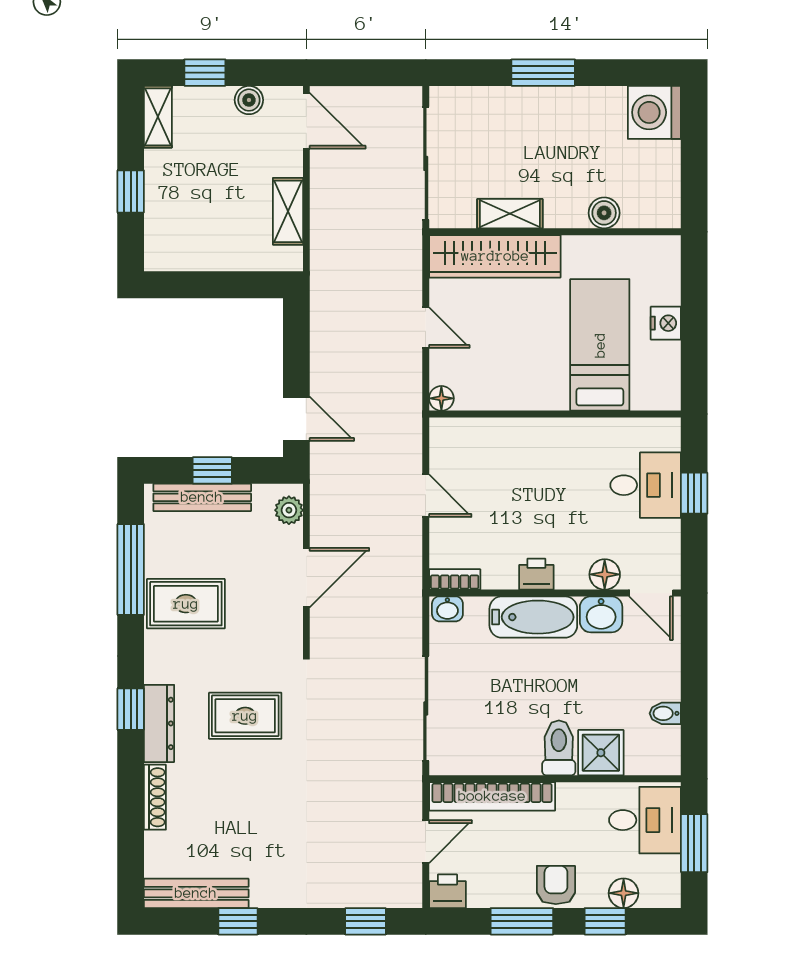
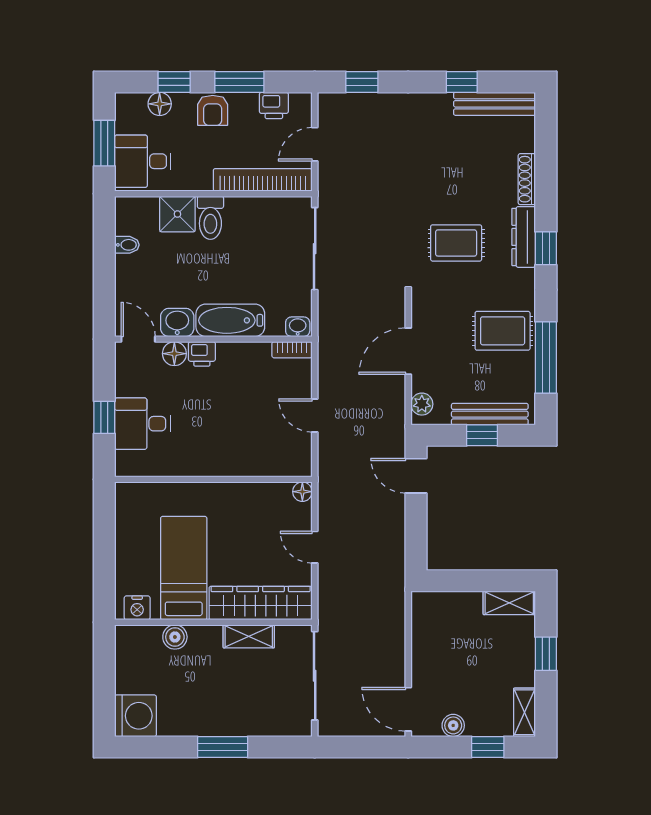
shelving: (288, 211) -> (509, 603), moved, turned 90
nightstand: (666, 323) -> (137, 608), moved, turned -90
bed: (600, 345) -> (184, 568), moved, turned 180
printer: (536, 574) -> (202, 354), moved
printer: (447, 891) -> (274, 105), moved

